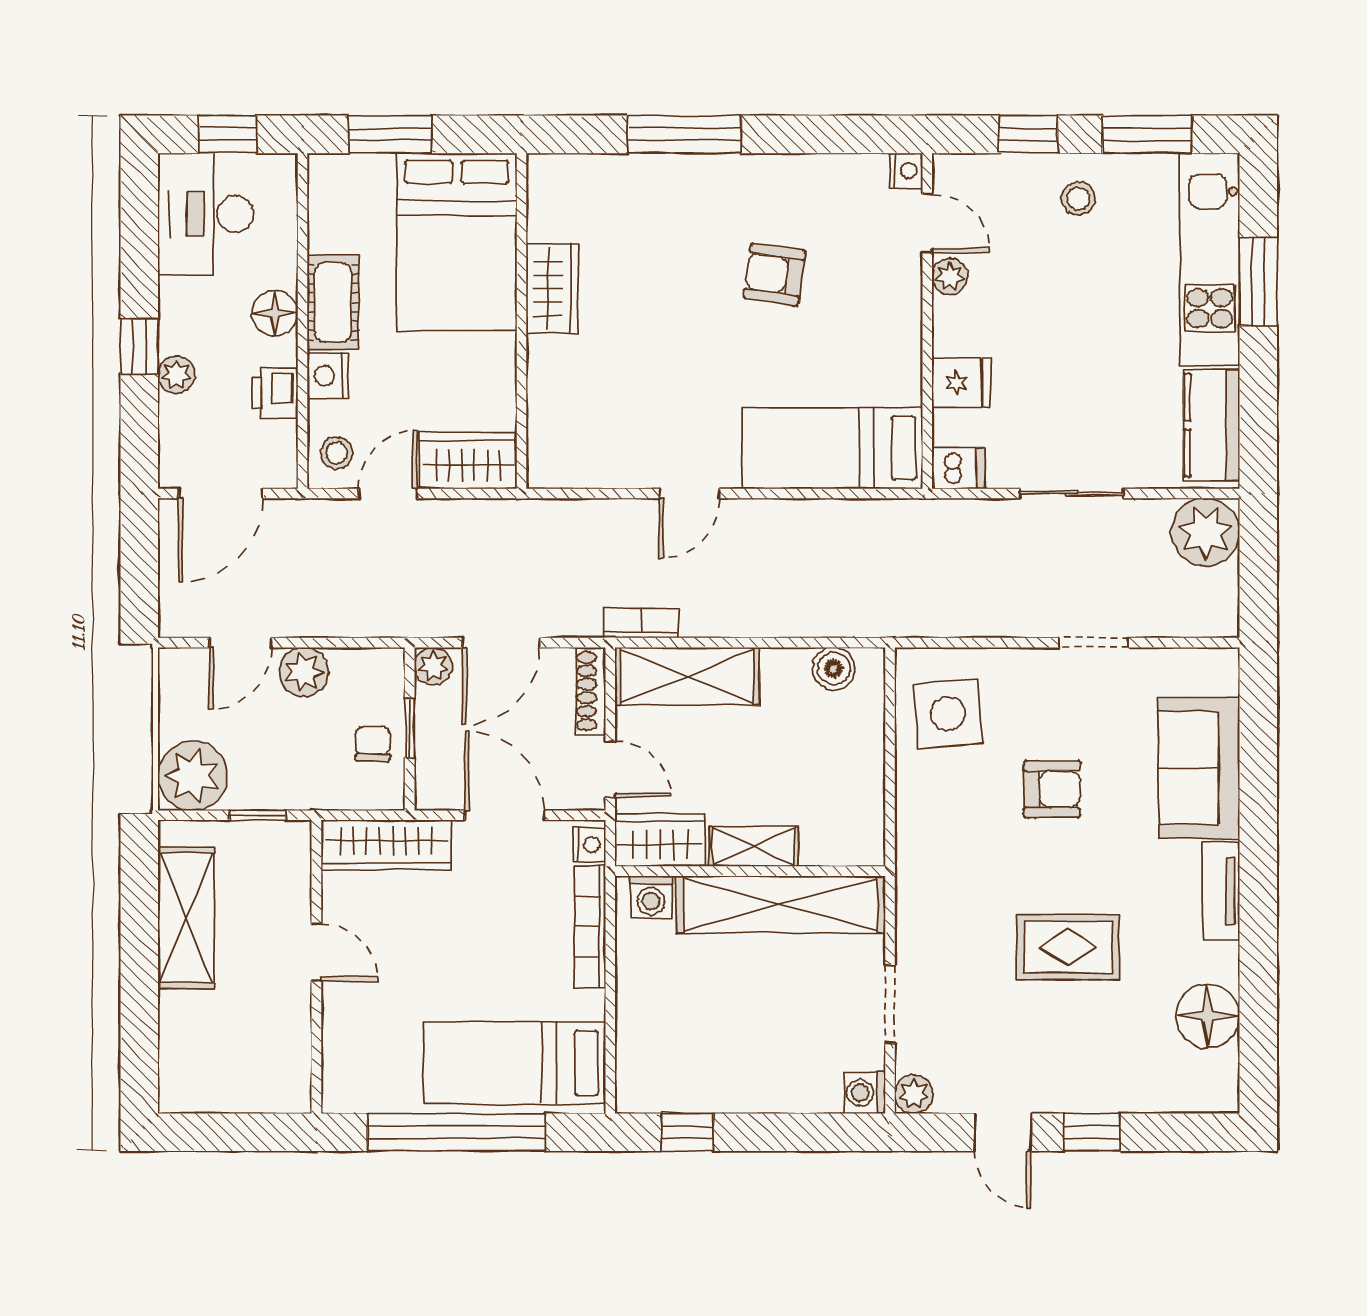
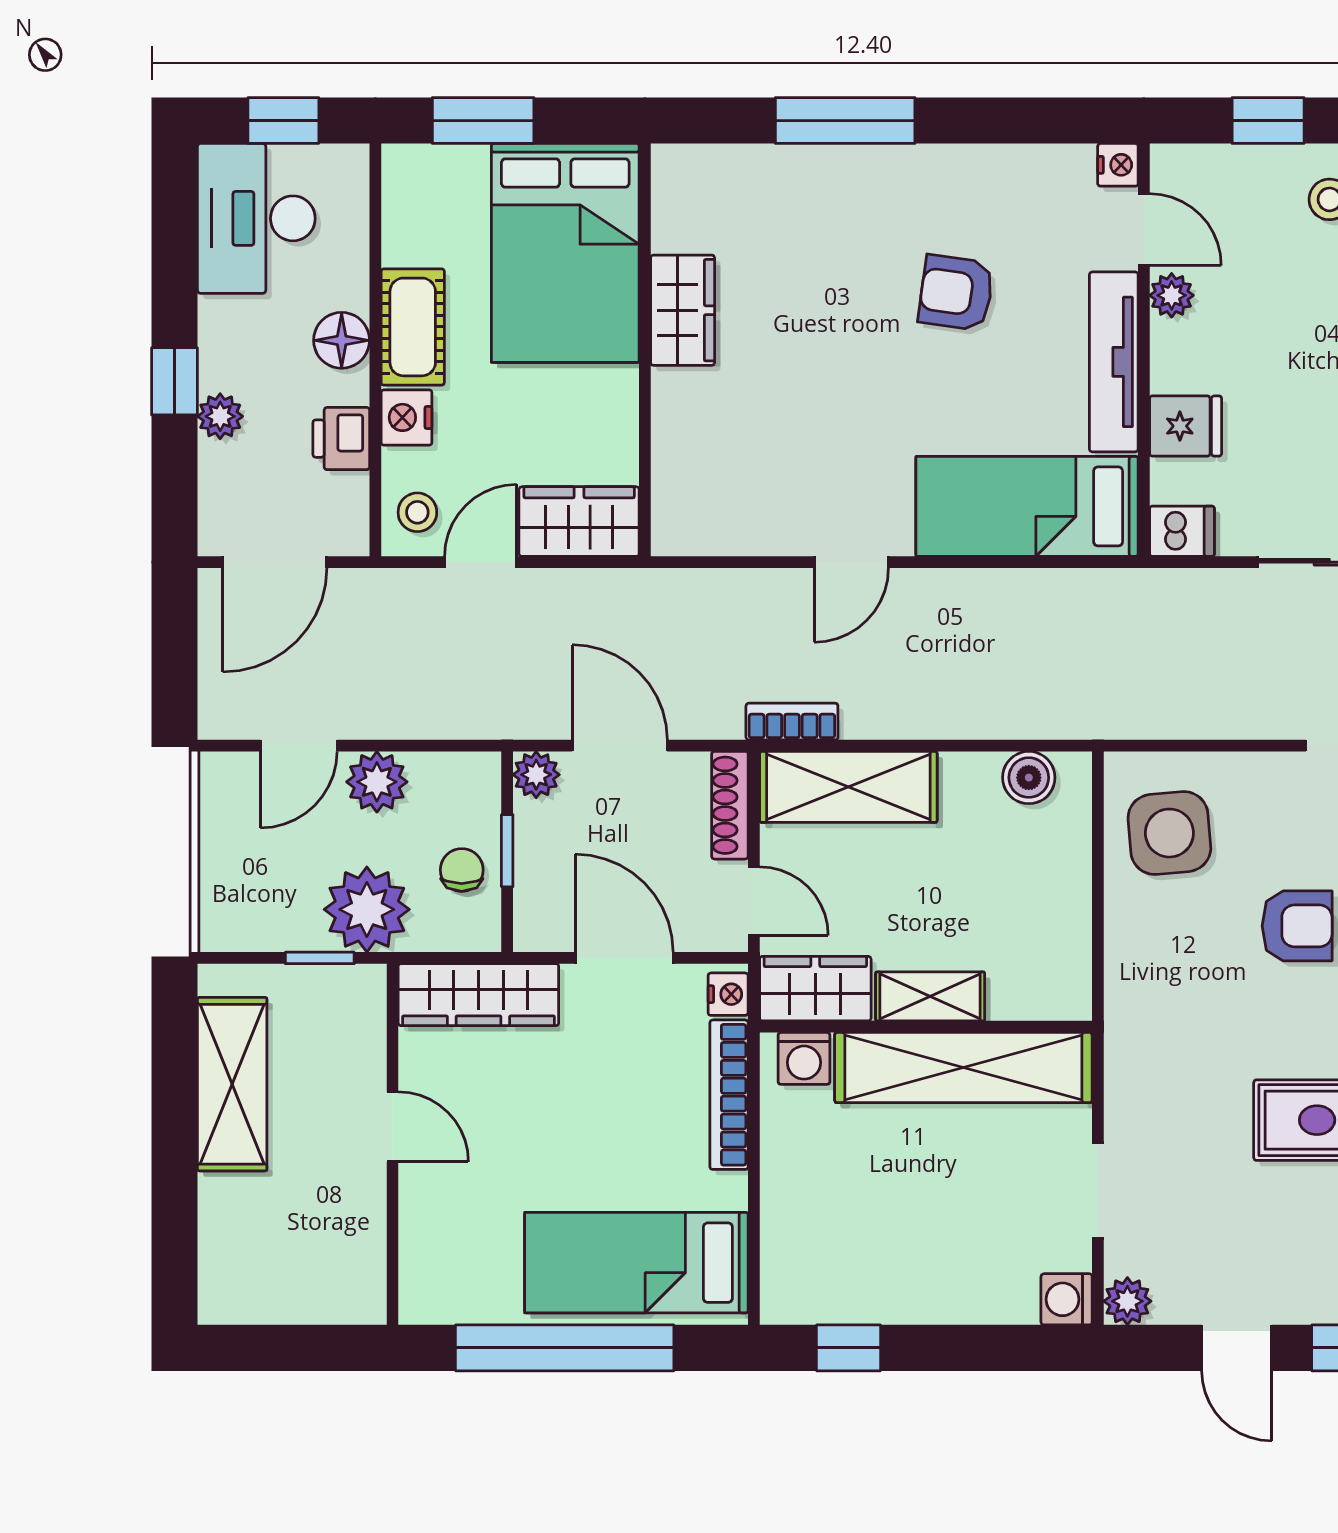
tv unit: (903, 331) -> (1114, 362), added
door: (501, 643) -> (620, 746), swing flipped
plant: (193, 776) -> (367, 909), moved

